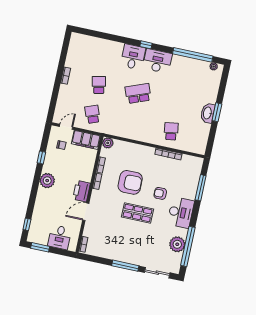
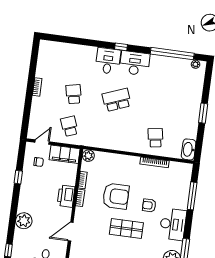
washbasin: (208, 113) -> (189, 149), moved
plant: (47, 181) -> (24, 221), moved
printer: (81, 191) -> (66, 196), moved

